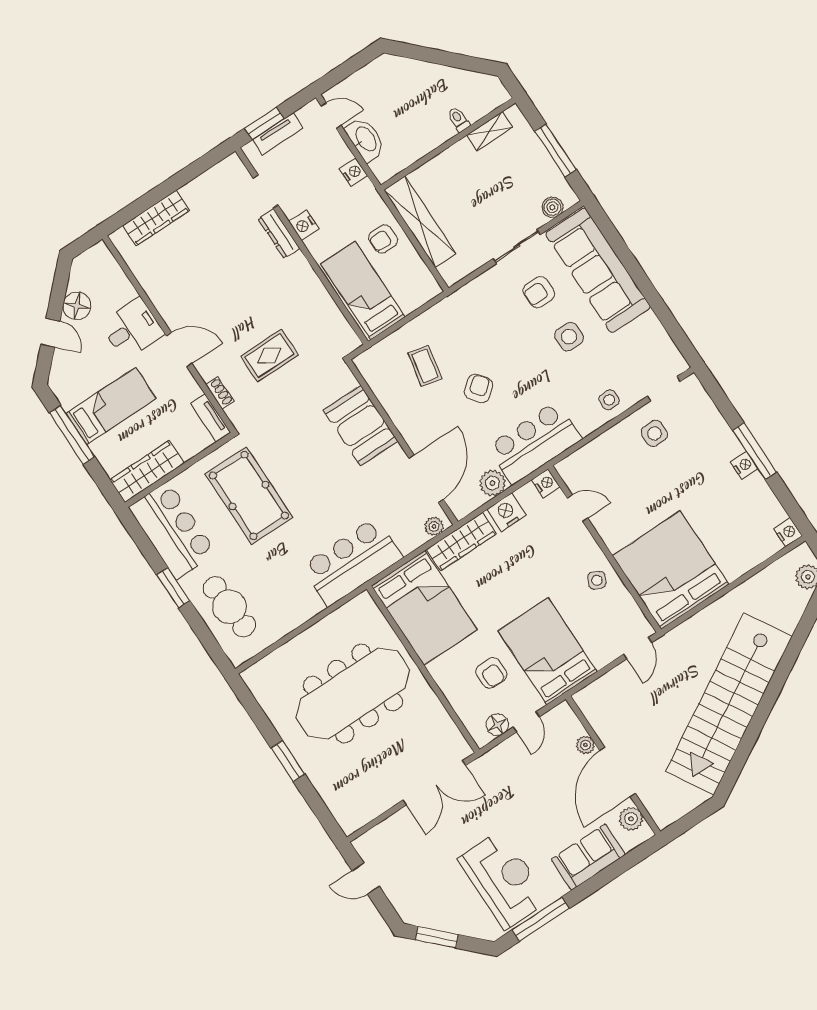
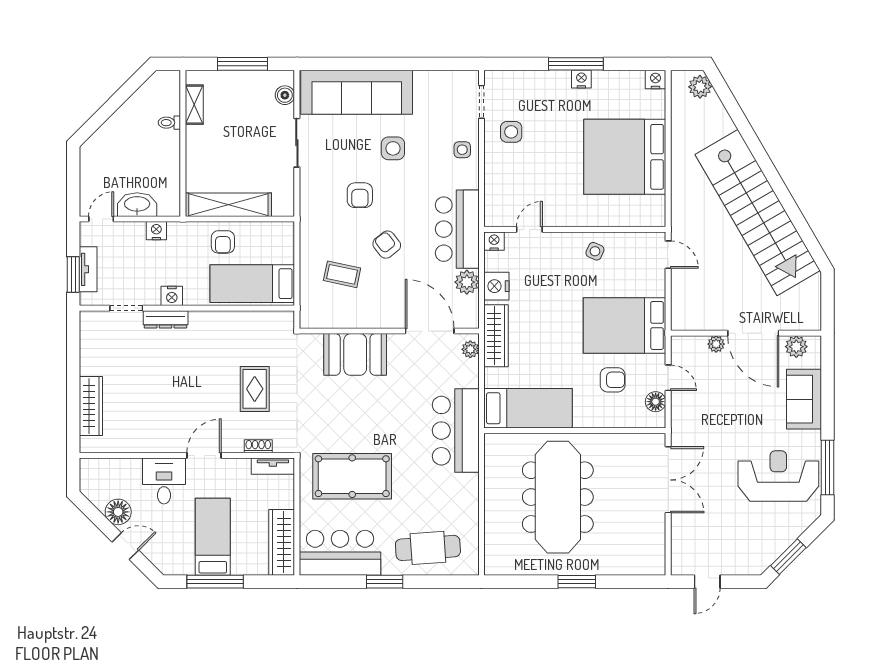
armchair: (539, 292) -> (360, 195), moved
bed: (671, 570) -> (625, 157), moved
bed: (424, 608) -> (528, 408), width x0.67

